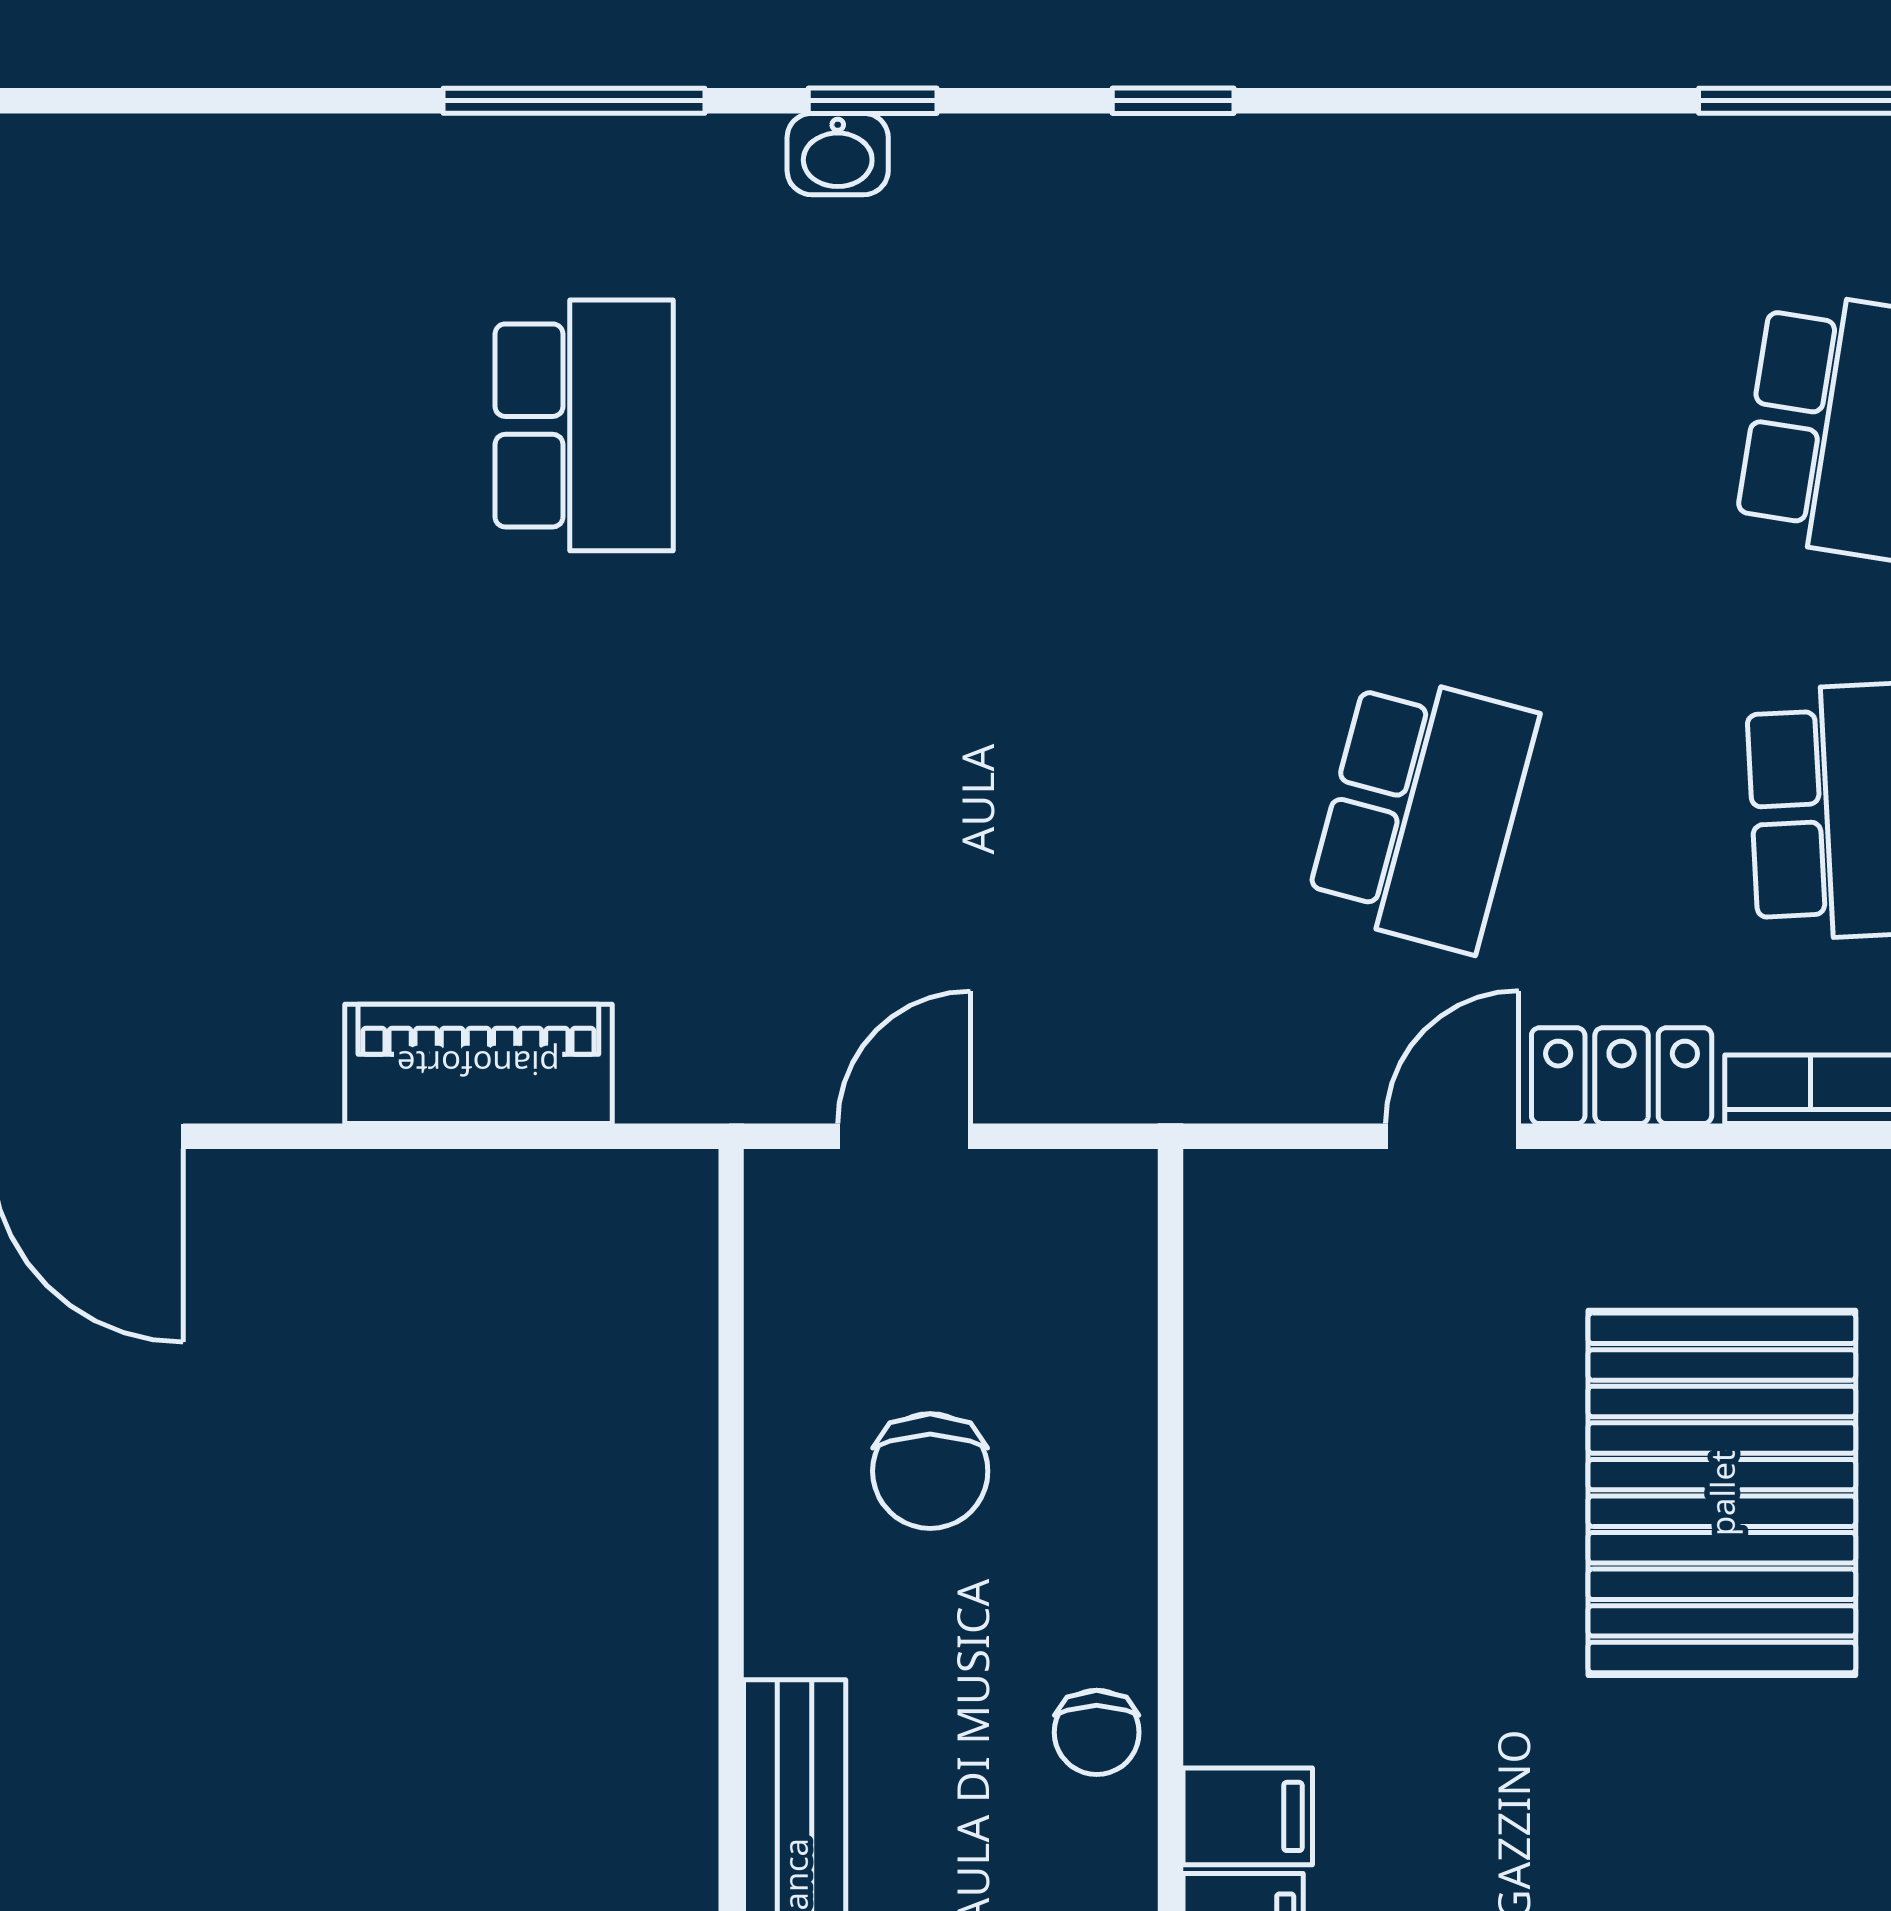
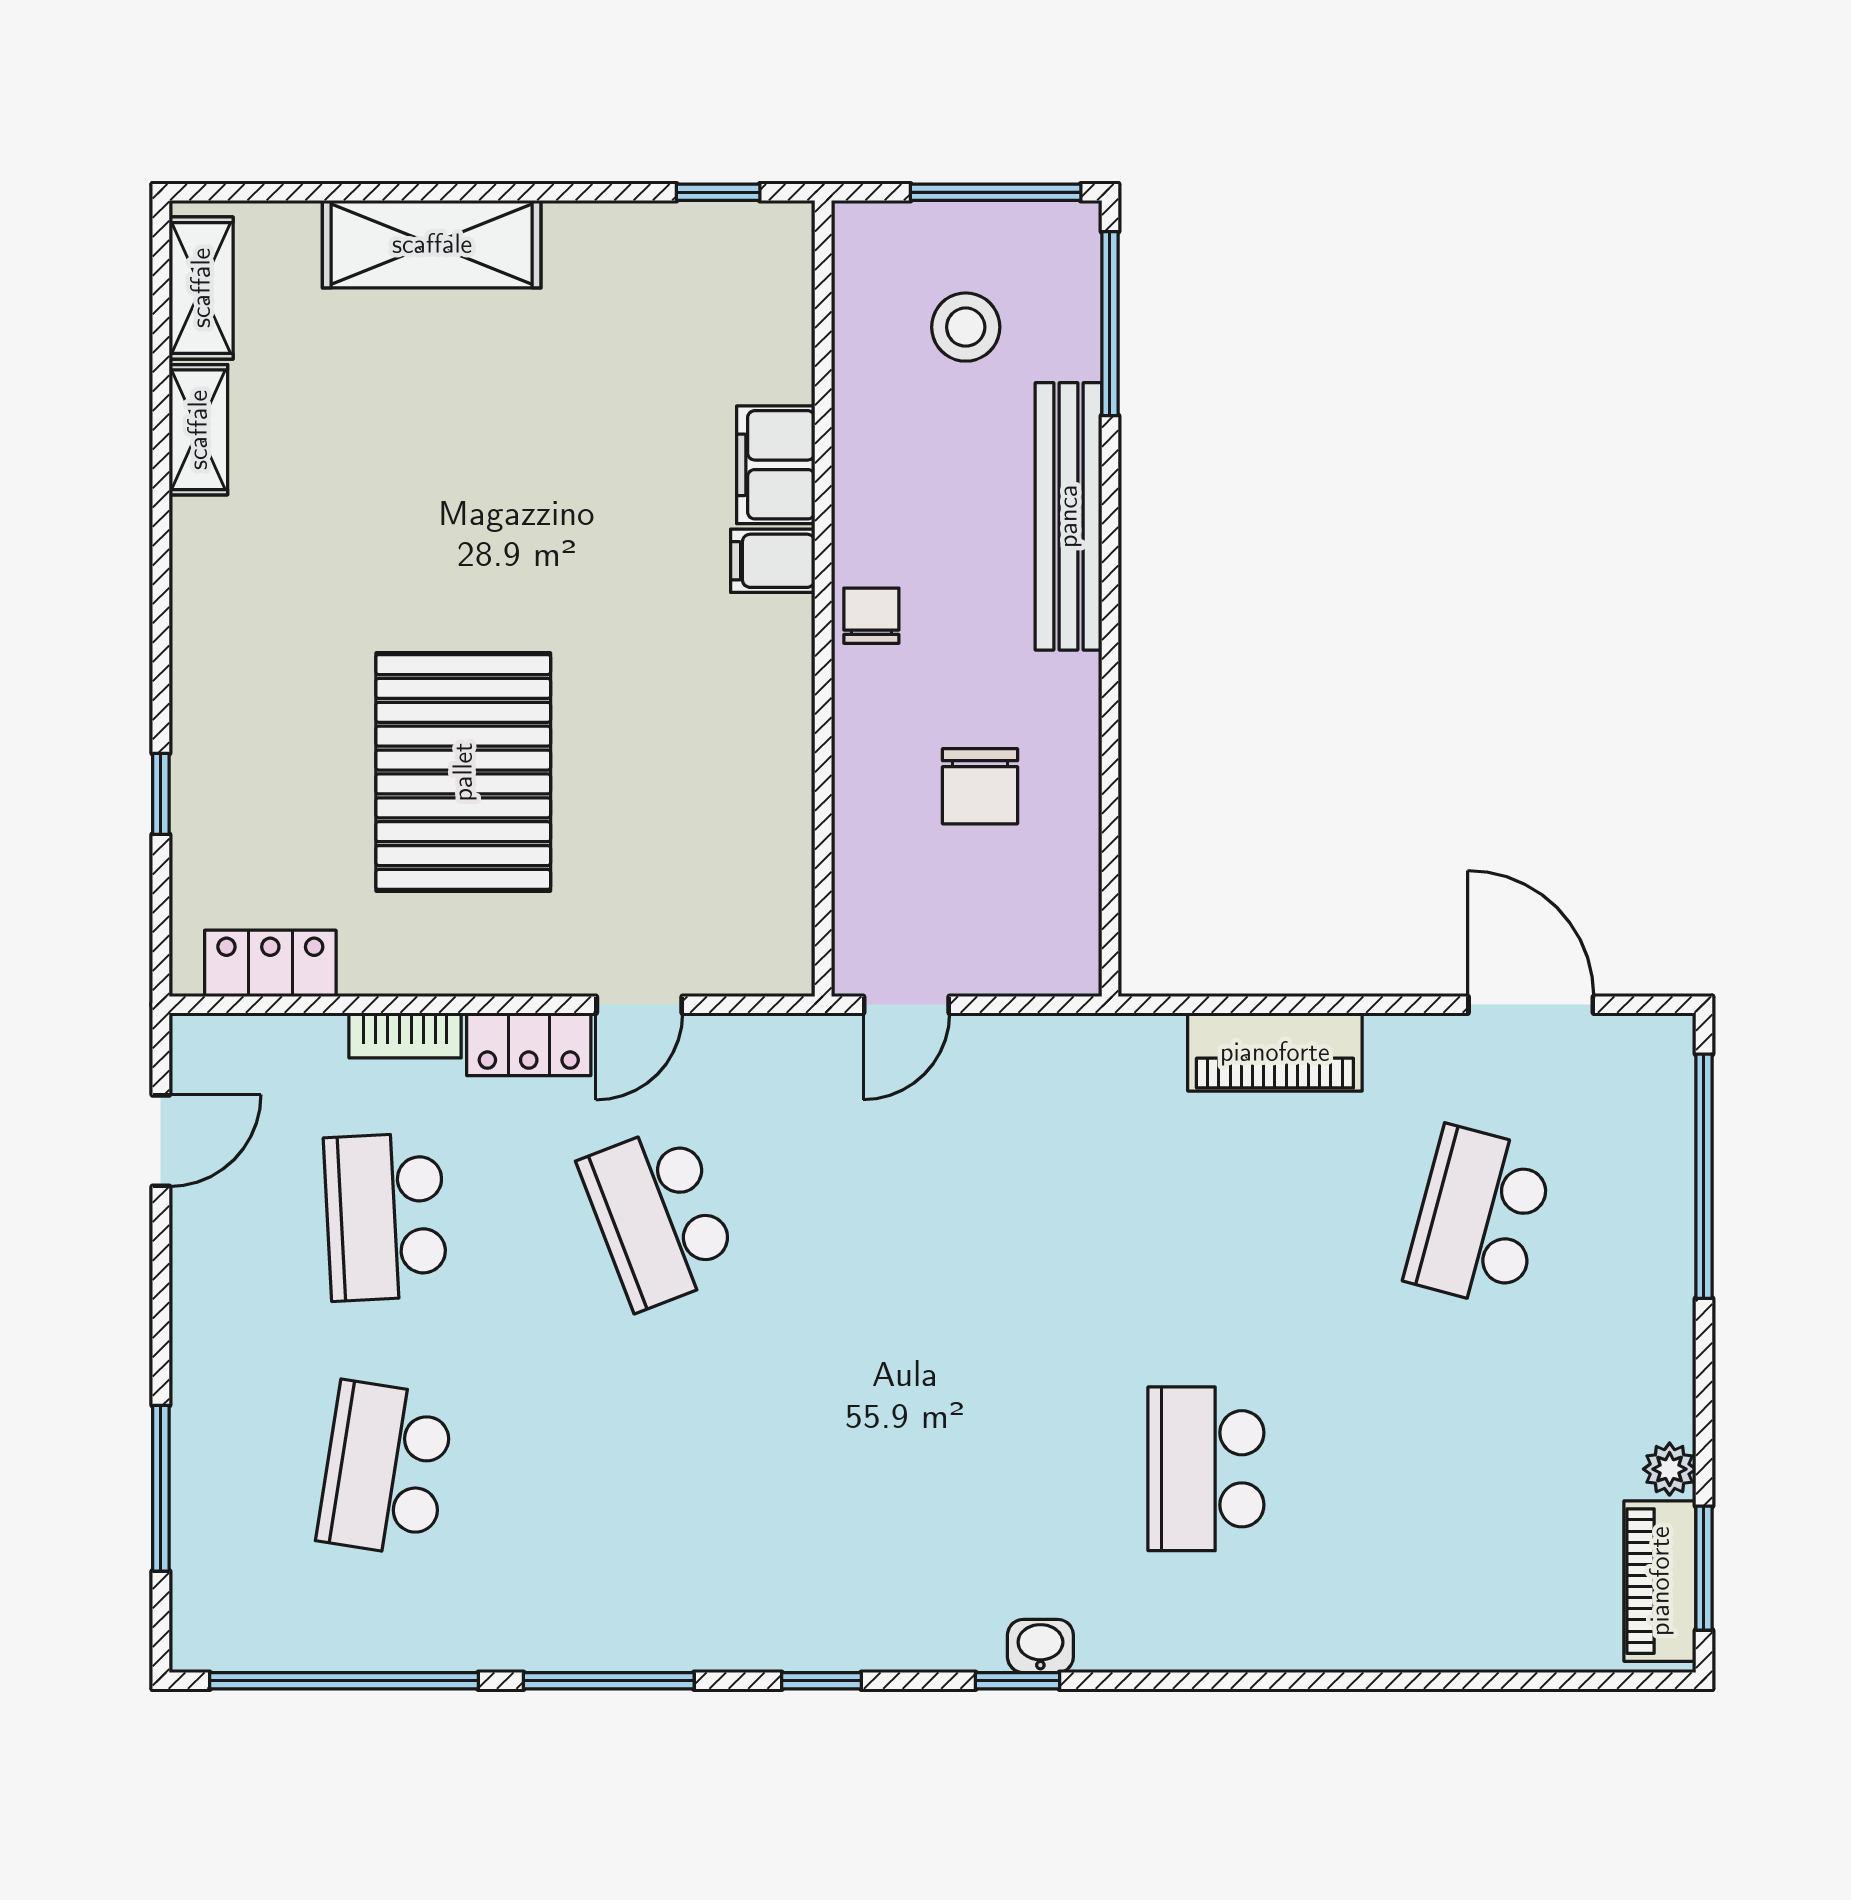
window: (574, 101) -> (609, 1681), moved
school desk: (165, 812) -> (1479, 1217), added
school desk: (1422, 812) -> (659, 1217), turned -36
door: (904, 1136) -> (906, 1005), moved
chair: (930, 1471) -> (980, 786), turned 180

